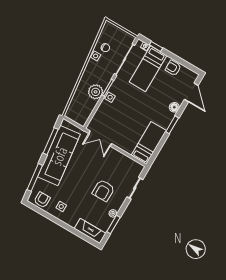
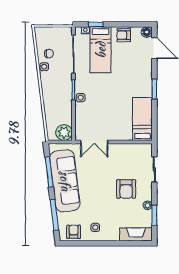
plant: (96, 92) -> (64, 133), moved
floor lamp: (174, 107) -> (147, 32), moved

